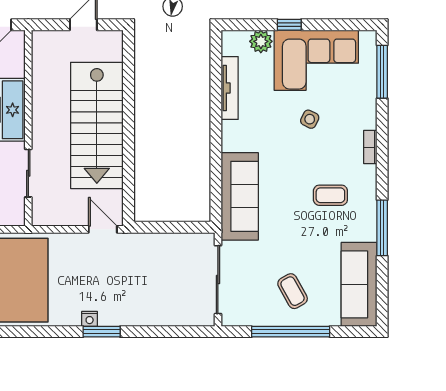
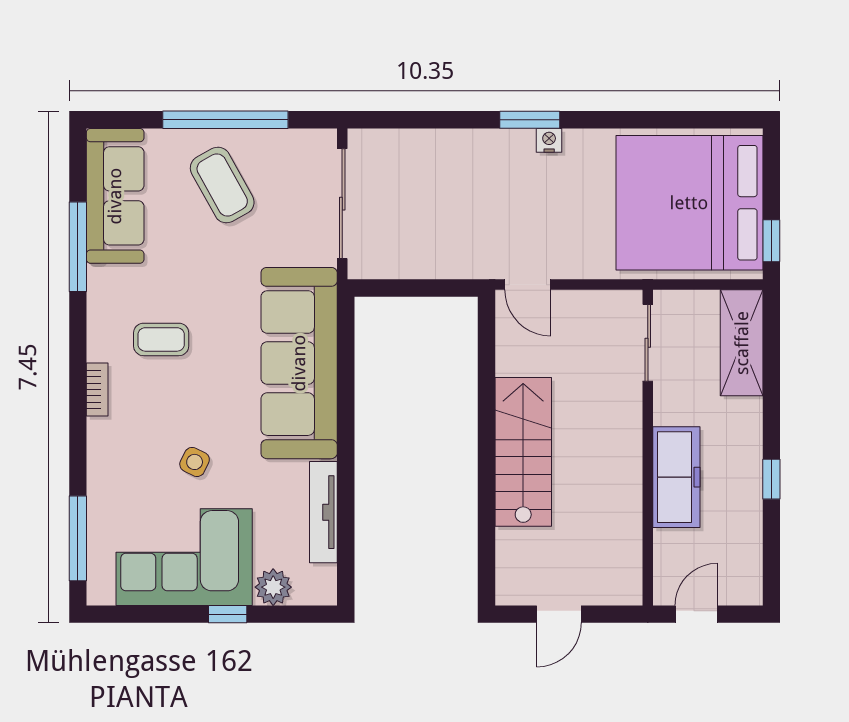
stairs: (97, 125) -> (523, 452), width x0.73, depth x0.66
bookcase: (370, 147) -> (97, 389), moved
sliding door: (28, 173) -> (648, 343), moved
sofa: (240, 196) -> (299, 363), width x1.36, depth x1.27
window: (382, 228) -> (78, 247), moved
coffee table: (293, 291) -> (222, 185), width x1.36, depth x1.30

